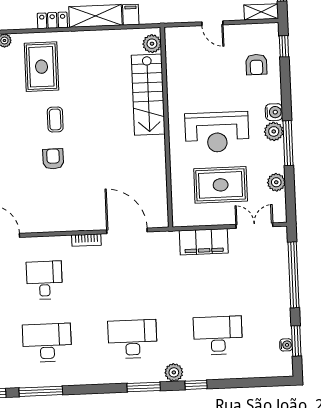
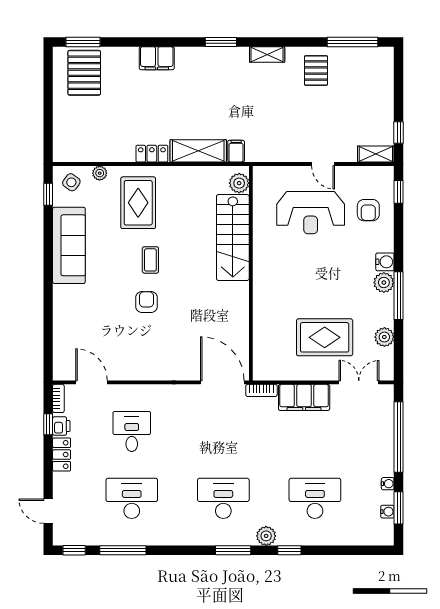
plant: (152, 44) -> (239, 183), moved
stairs: (148, 95) -> (233, 238), moved
wall: (166, 127) -> (251, 273), moved
reception desk: (217, 132) -> (311, 213), moved
bookcase: (86, 240) -> (261, 390), moved
water cooler: (285, 319) -> (388, 484), added

